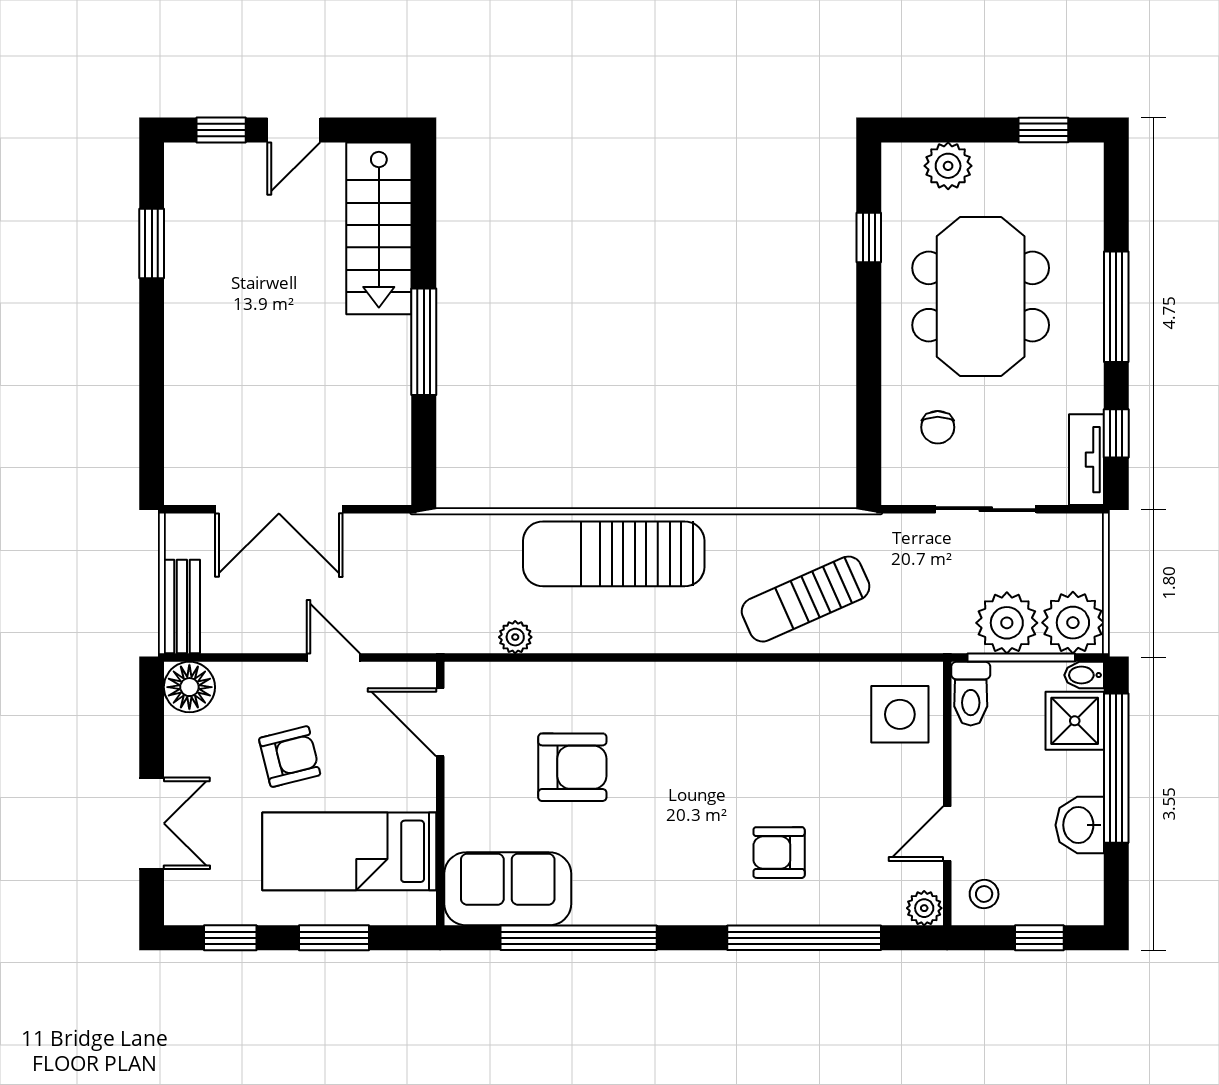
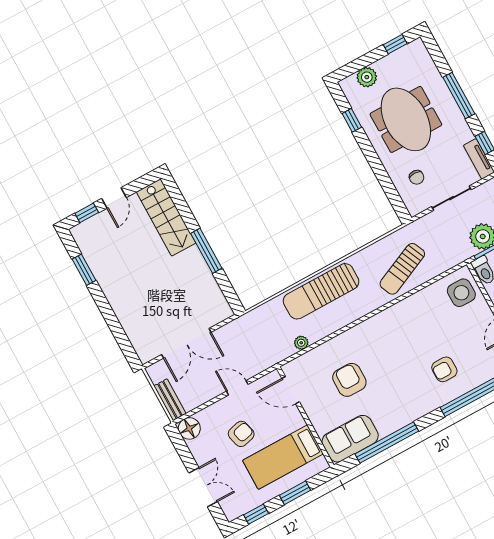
armchair: (572, 767) -> (349, 380), turned -90

